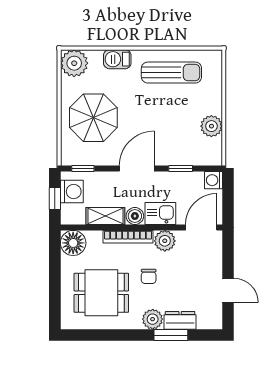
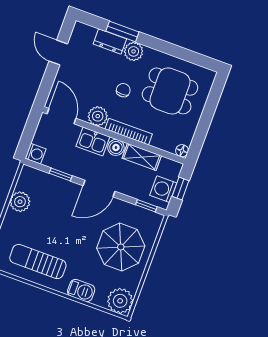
door: (201, 227) -> (61, 116), swing flipped
floor lamp: (73, 243) -> (182, 151), width x0.53, depth x0.53

